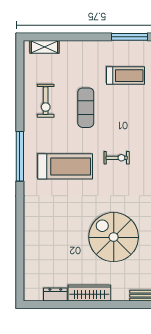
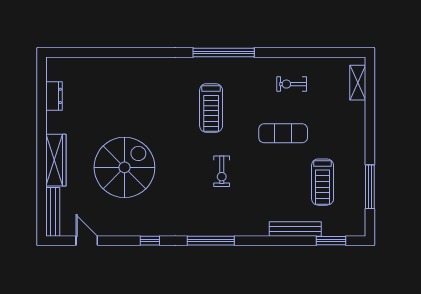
exercise bike: (46, 101) -> (292, 84), width x0.73, depth x0.72
treadmill: (65, 166) -> (211, 108), width x0.73, depth x0.73
wardrobe: (89, 293) -> (56, 160), moved

